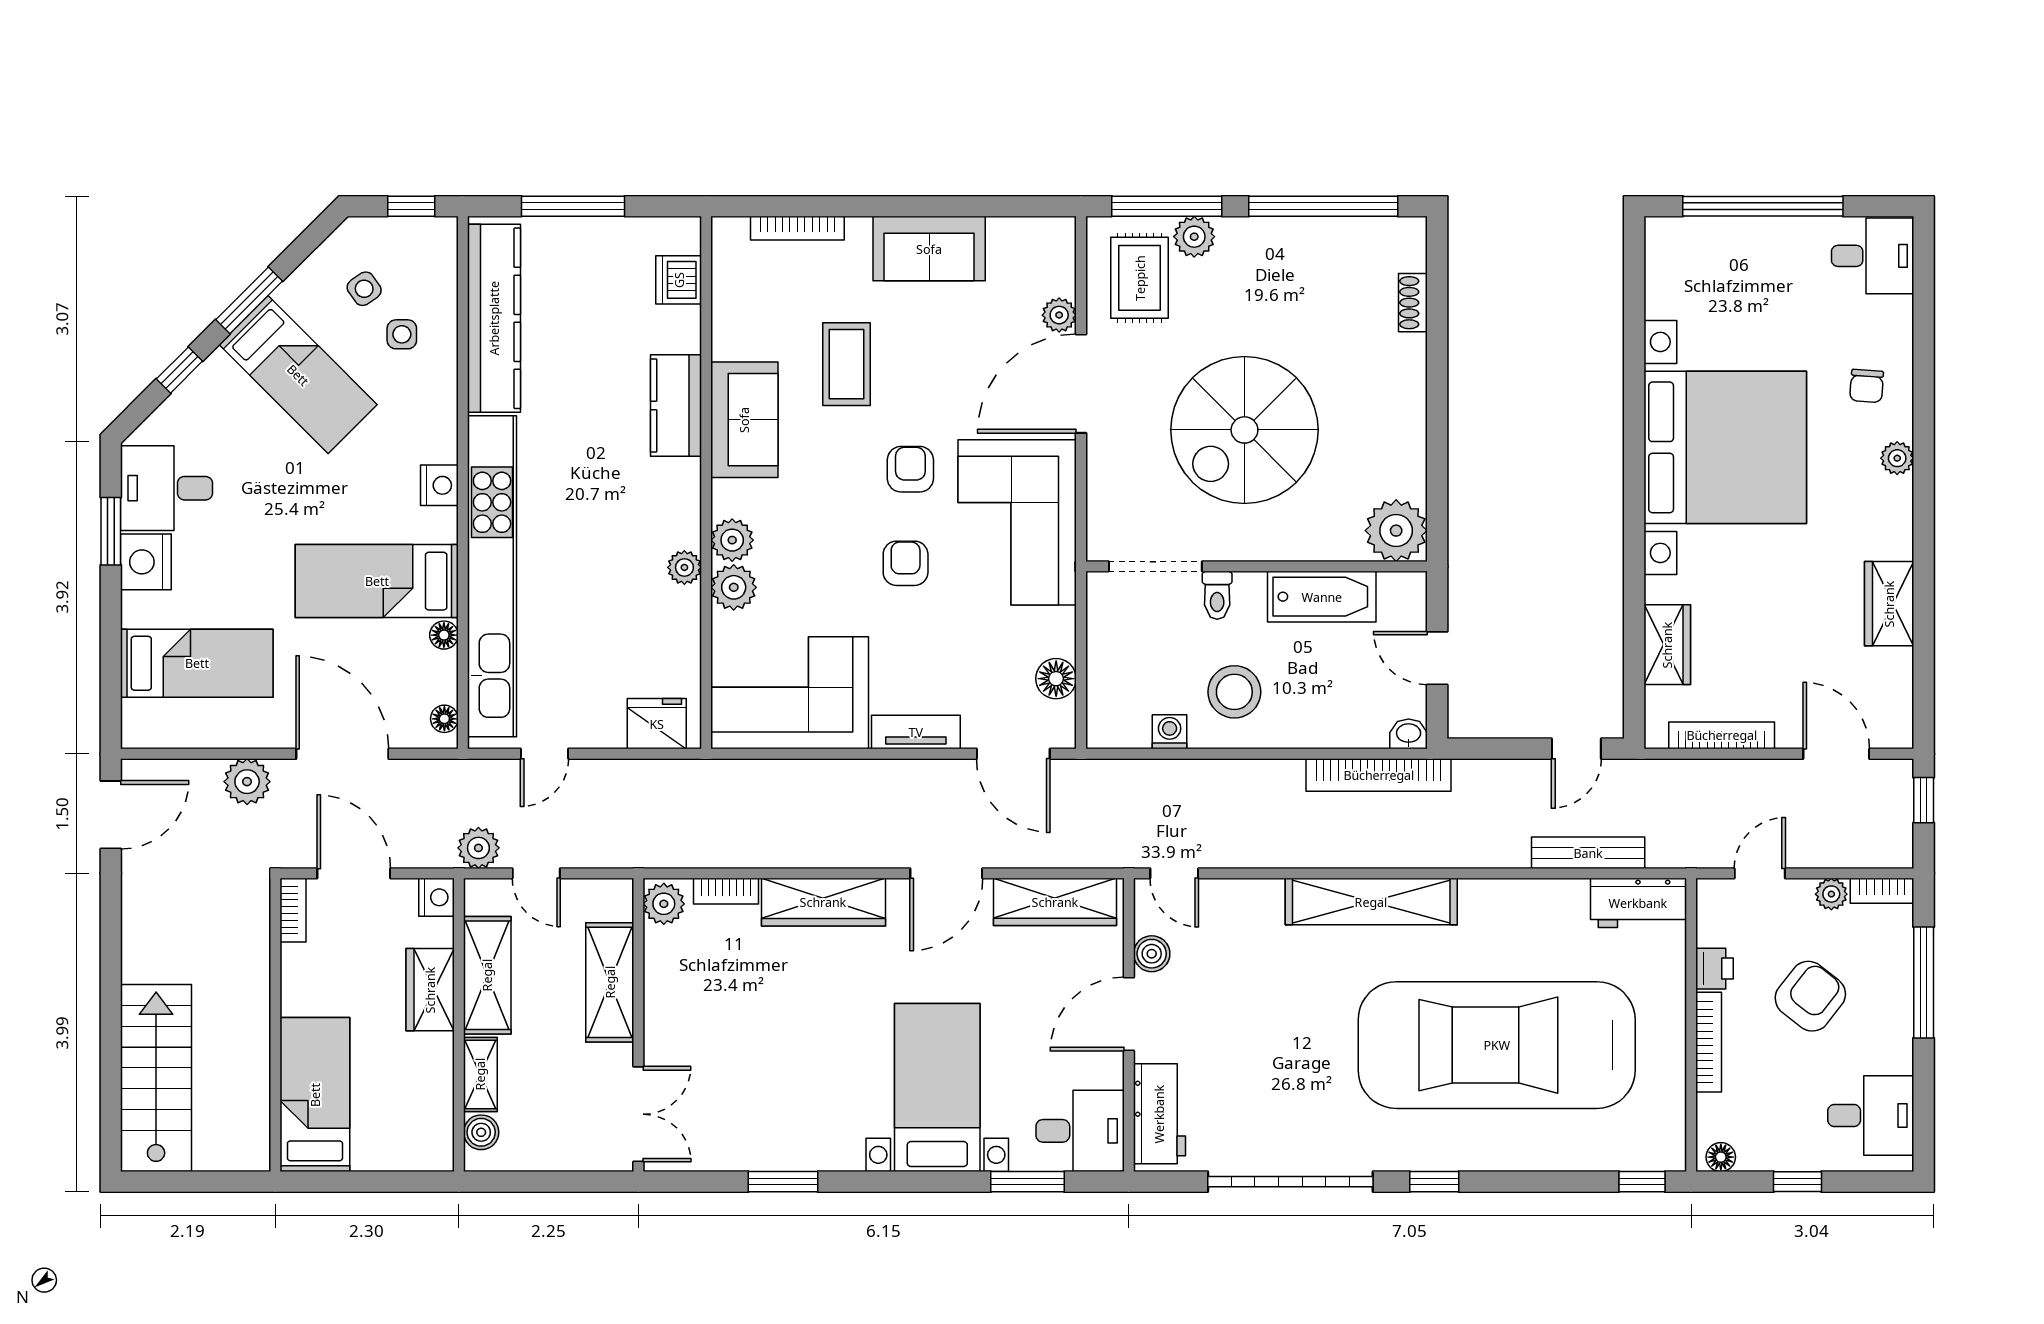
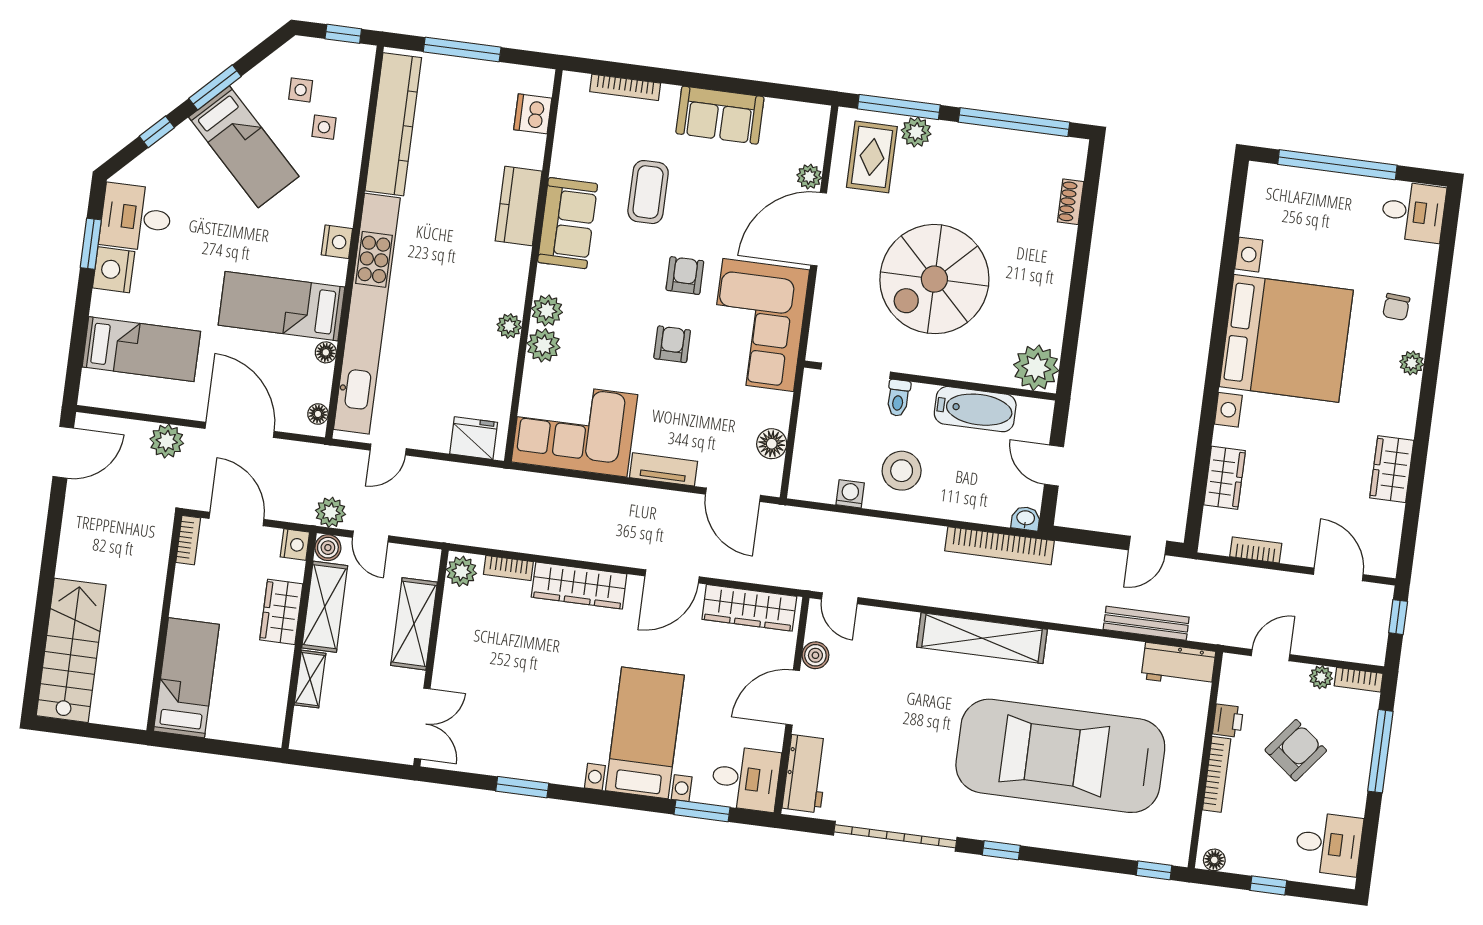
side table: (364, 289) -> (301, 90), turned 35
bookcase: (1722, 735) -> (1256, 550), width x0.64
boiler: (481, 1132) -> (328, 548), moved

